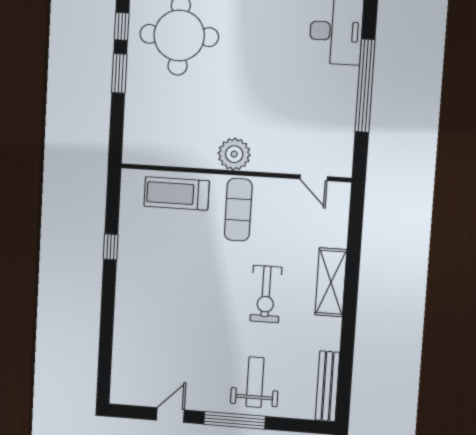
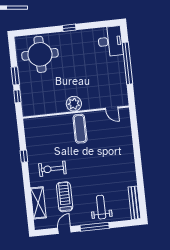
window: (122, 26) -> (17, 96), moved
treadmill: (177, 194) -> (65, 197), moved, turned 90
shelving: (331, 282) -> (38, 203), moved
exercise bike: (266, 294) -> (52, 169), moved, turned 90

